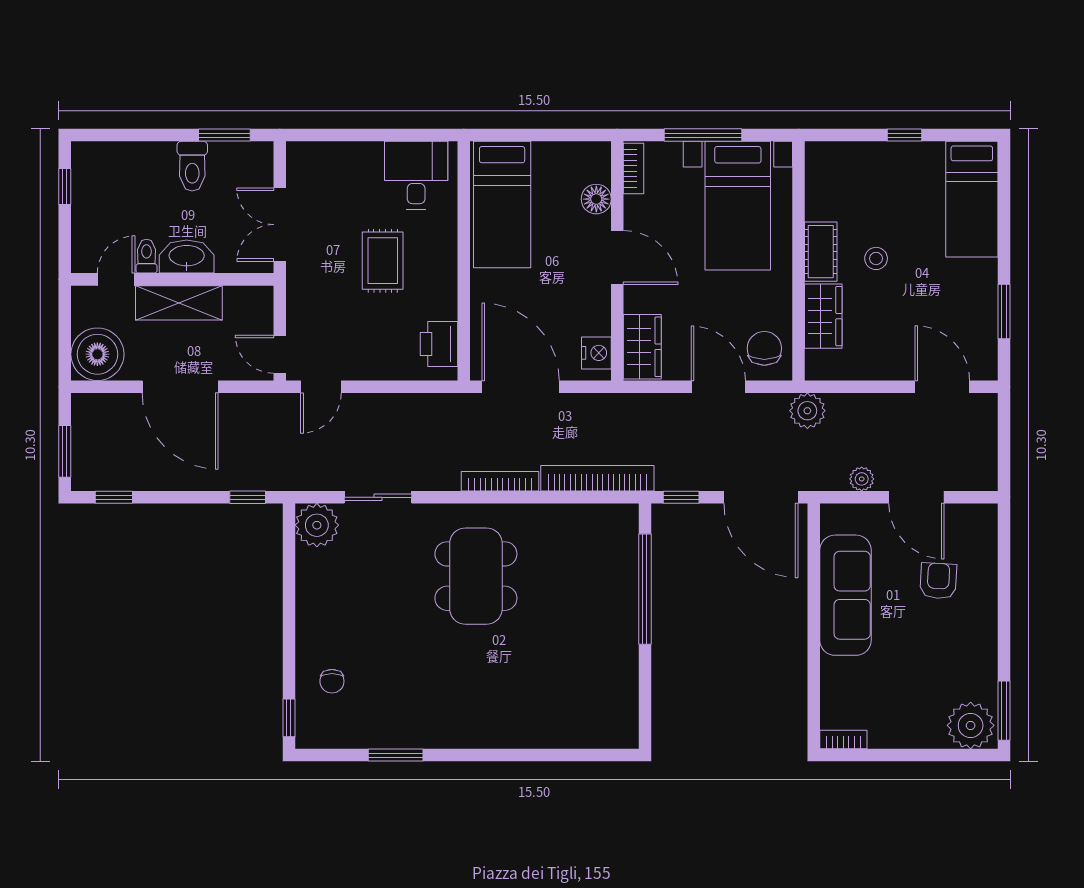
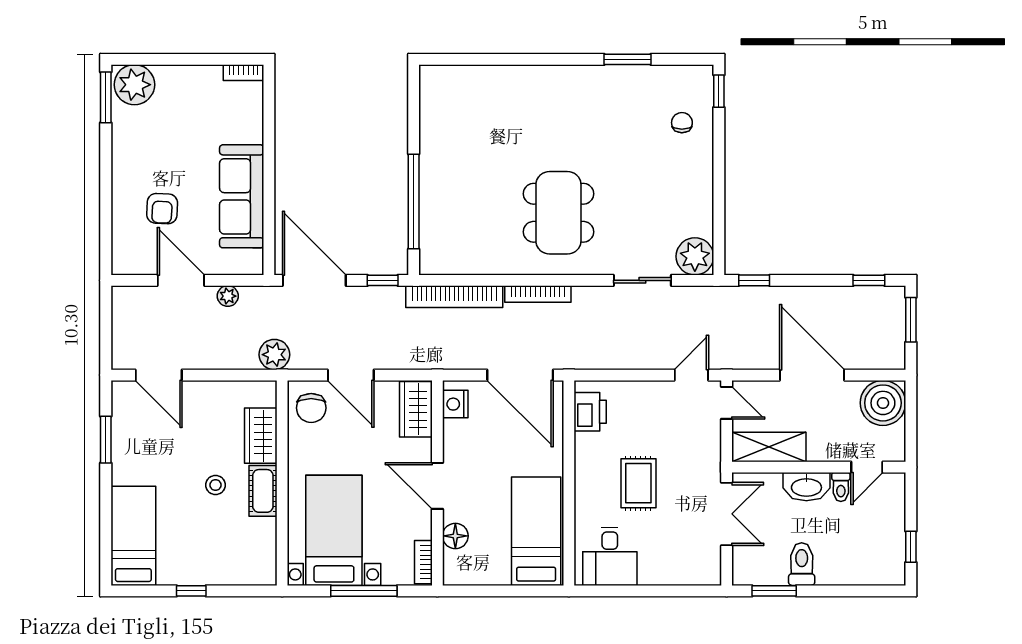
shelving: (179, 303) -> (769, 447), moved

